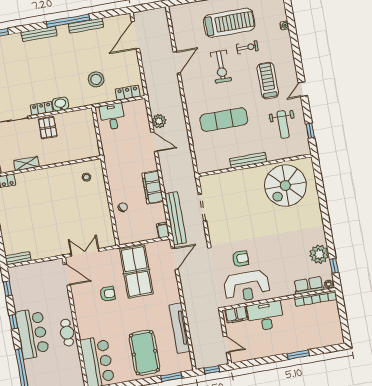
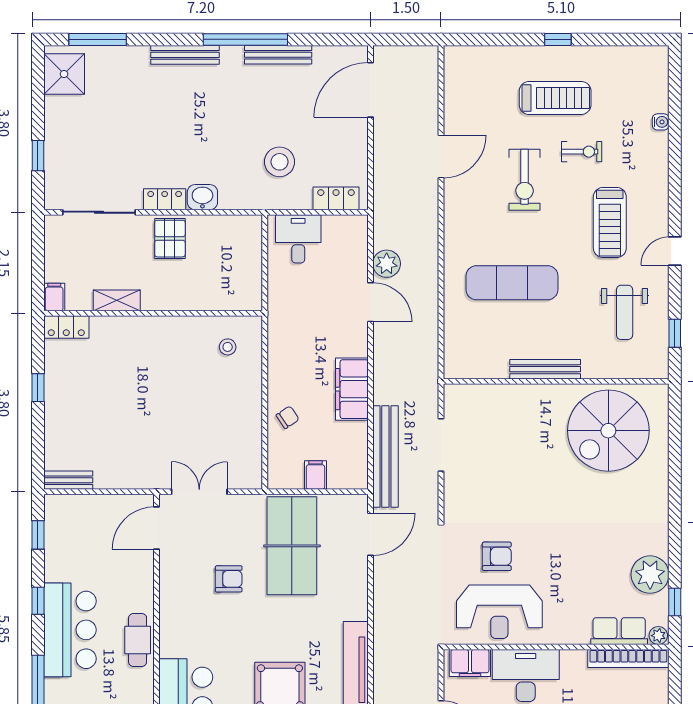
treadmill: (229, 23) -> (555, 98), width x0.73, depth x0.73
treadmill: (268, 81) -> (610, 222), turned 180
filing cabinet: (163, 230) -> (315, 475), moved
door: (67, 275) -> (157, 528), swing flipped

